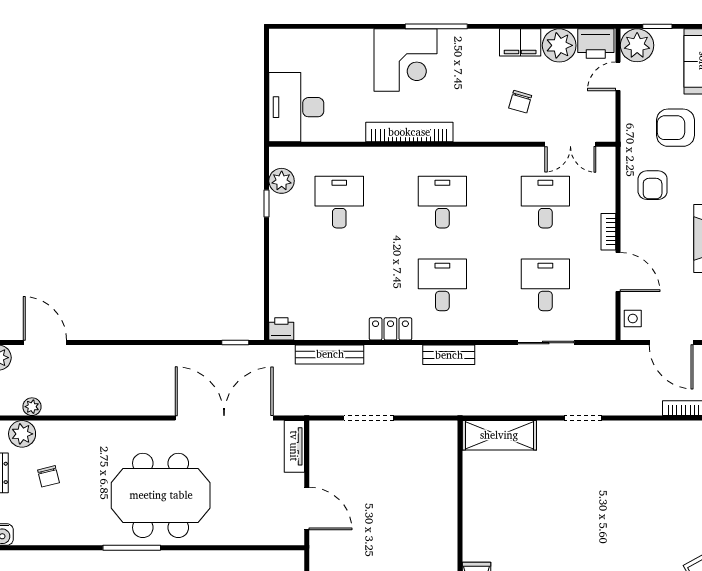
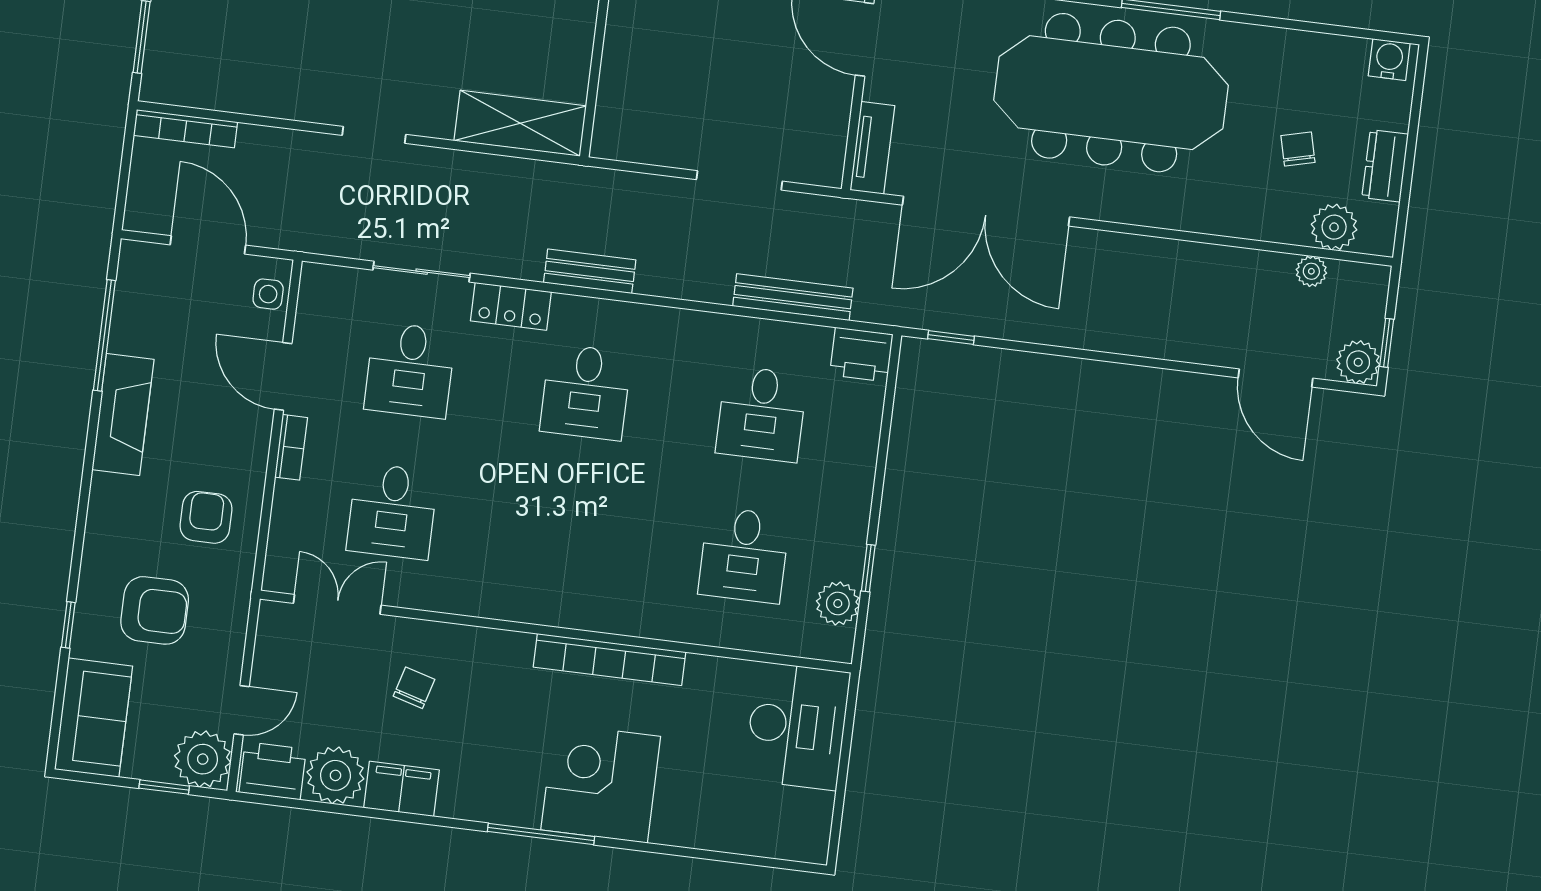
desk: (442, 202) -> (761, 414), moved
printer: (281, 329) -> (861, 355), width x1.36, depth x1.24
locker: (390, 329) -> (511, 306), moved
meeting table: (161, 495) -> (1111, 93), width x1.36

